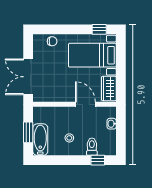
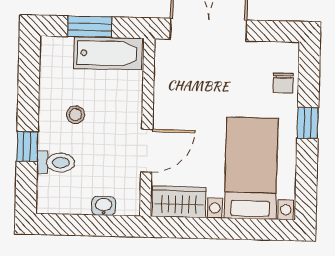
window: (99, 29) -> (308, 123), moved
bathtub: (40, 140) -> (108, 53), moved
window: (98, 160) -> (27, 147), moved

